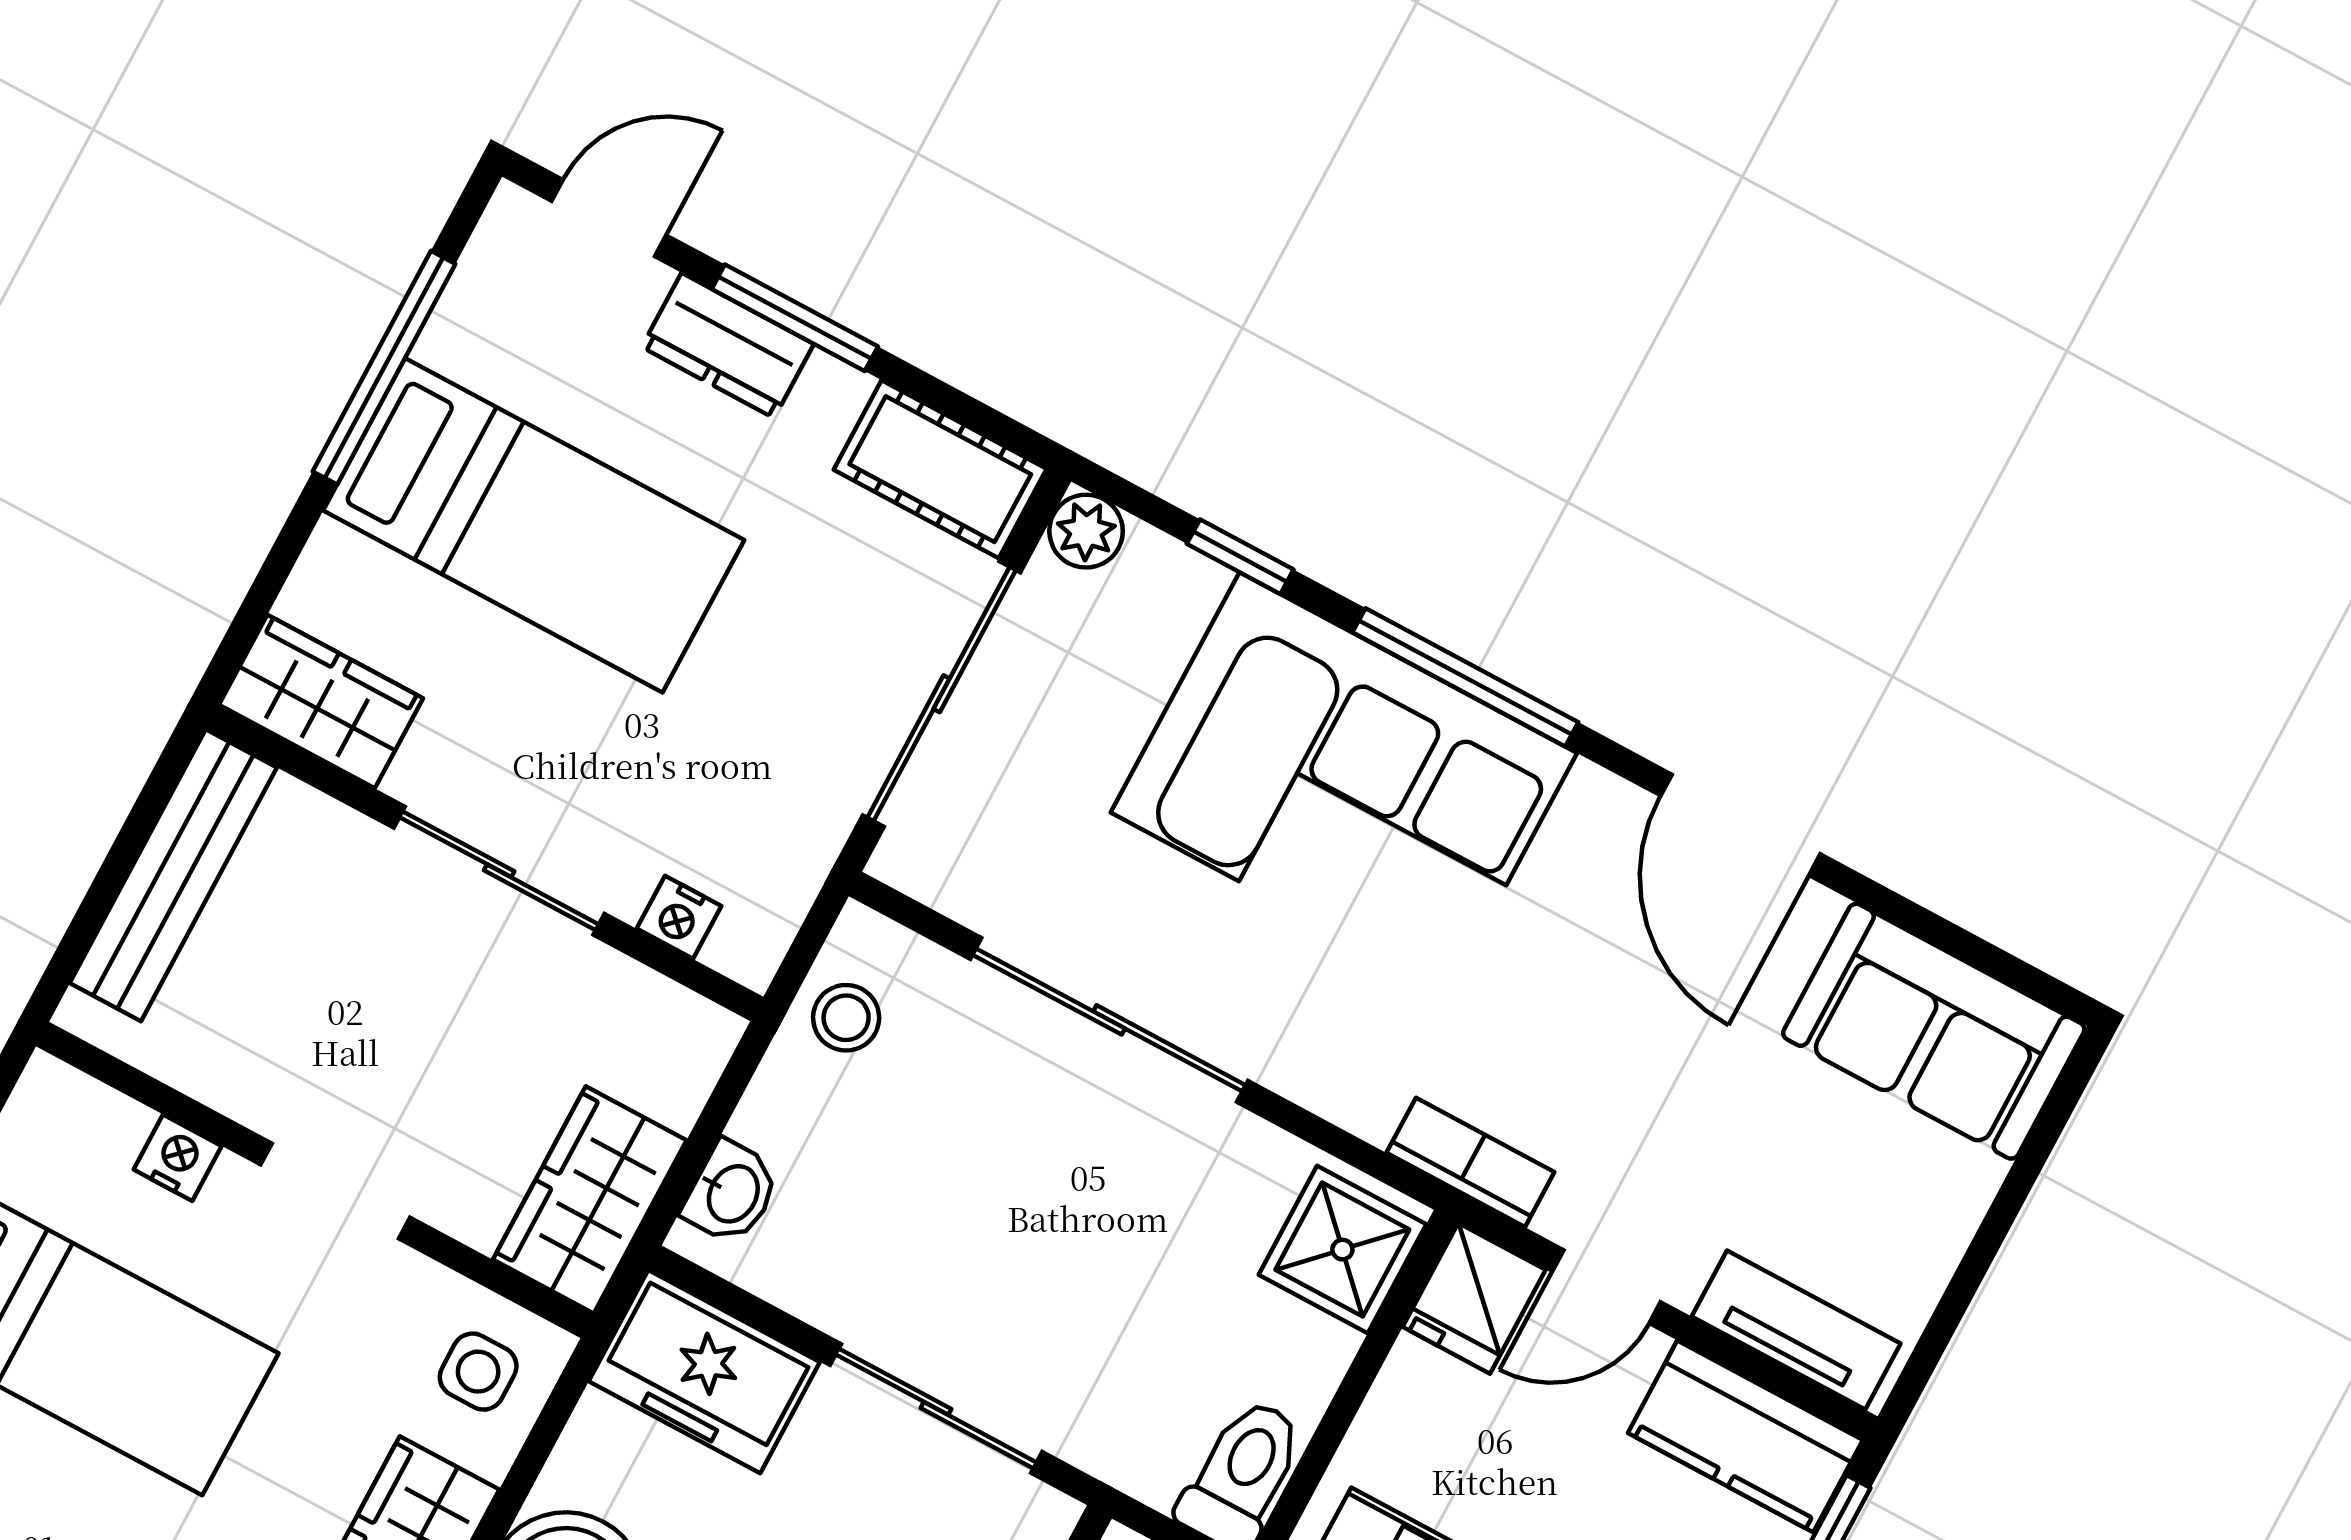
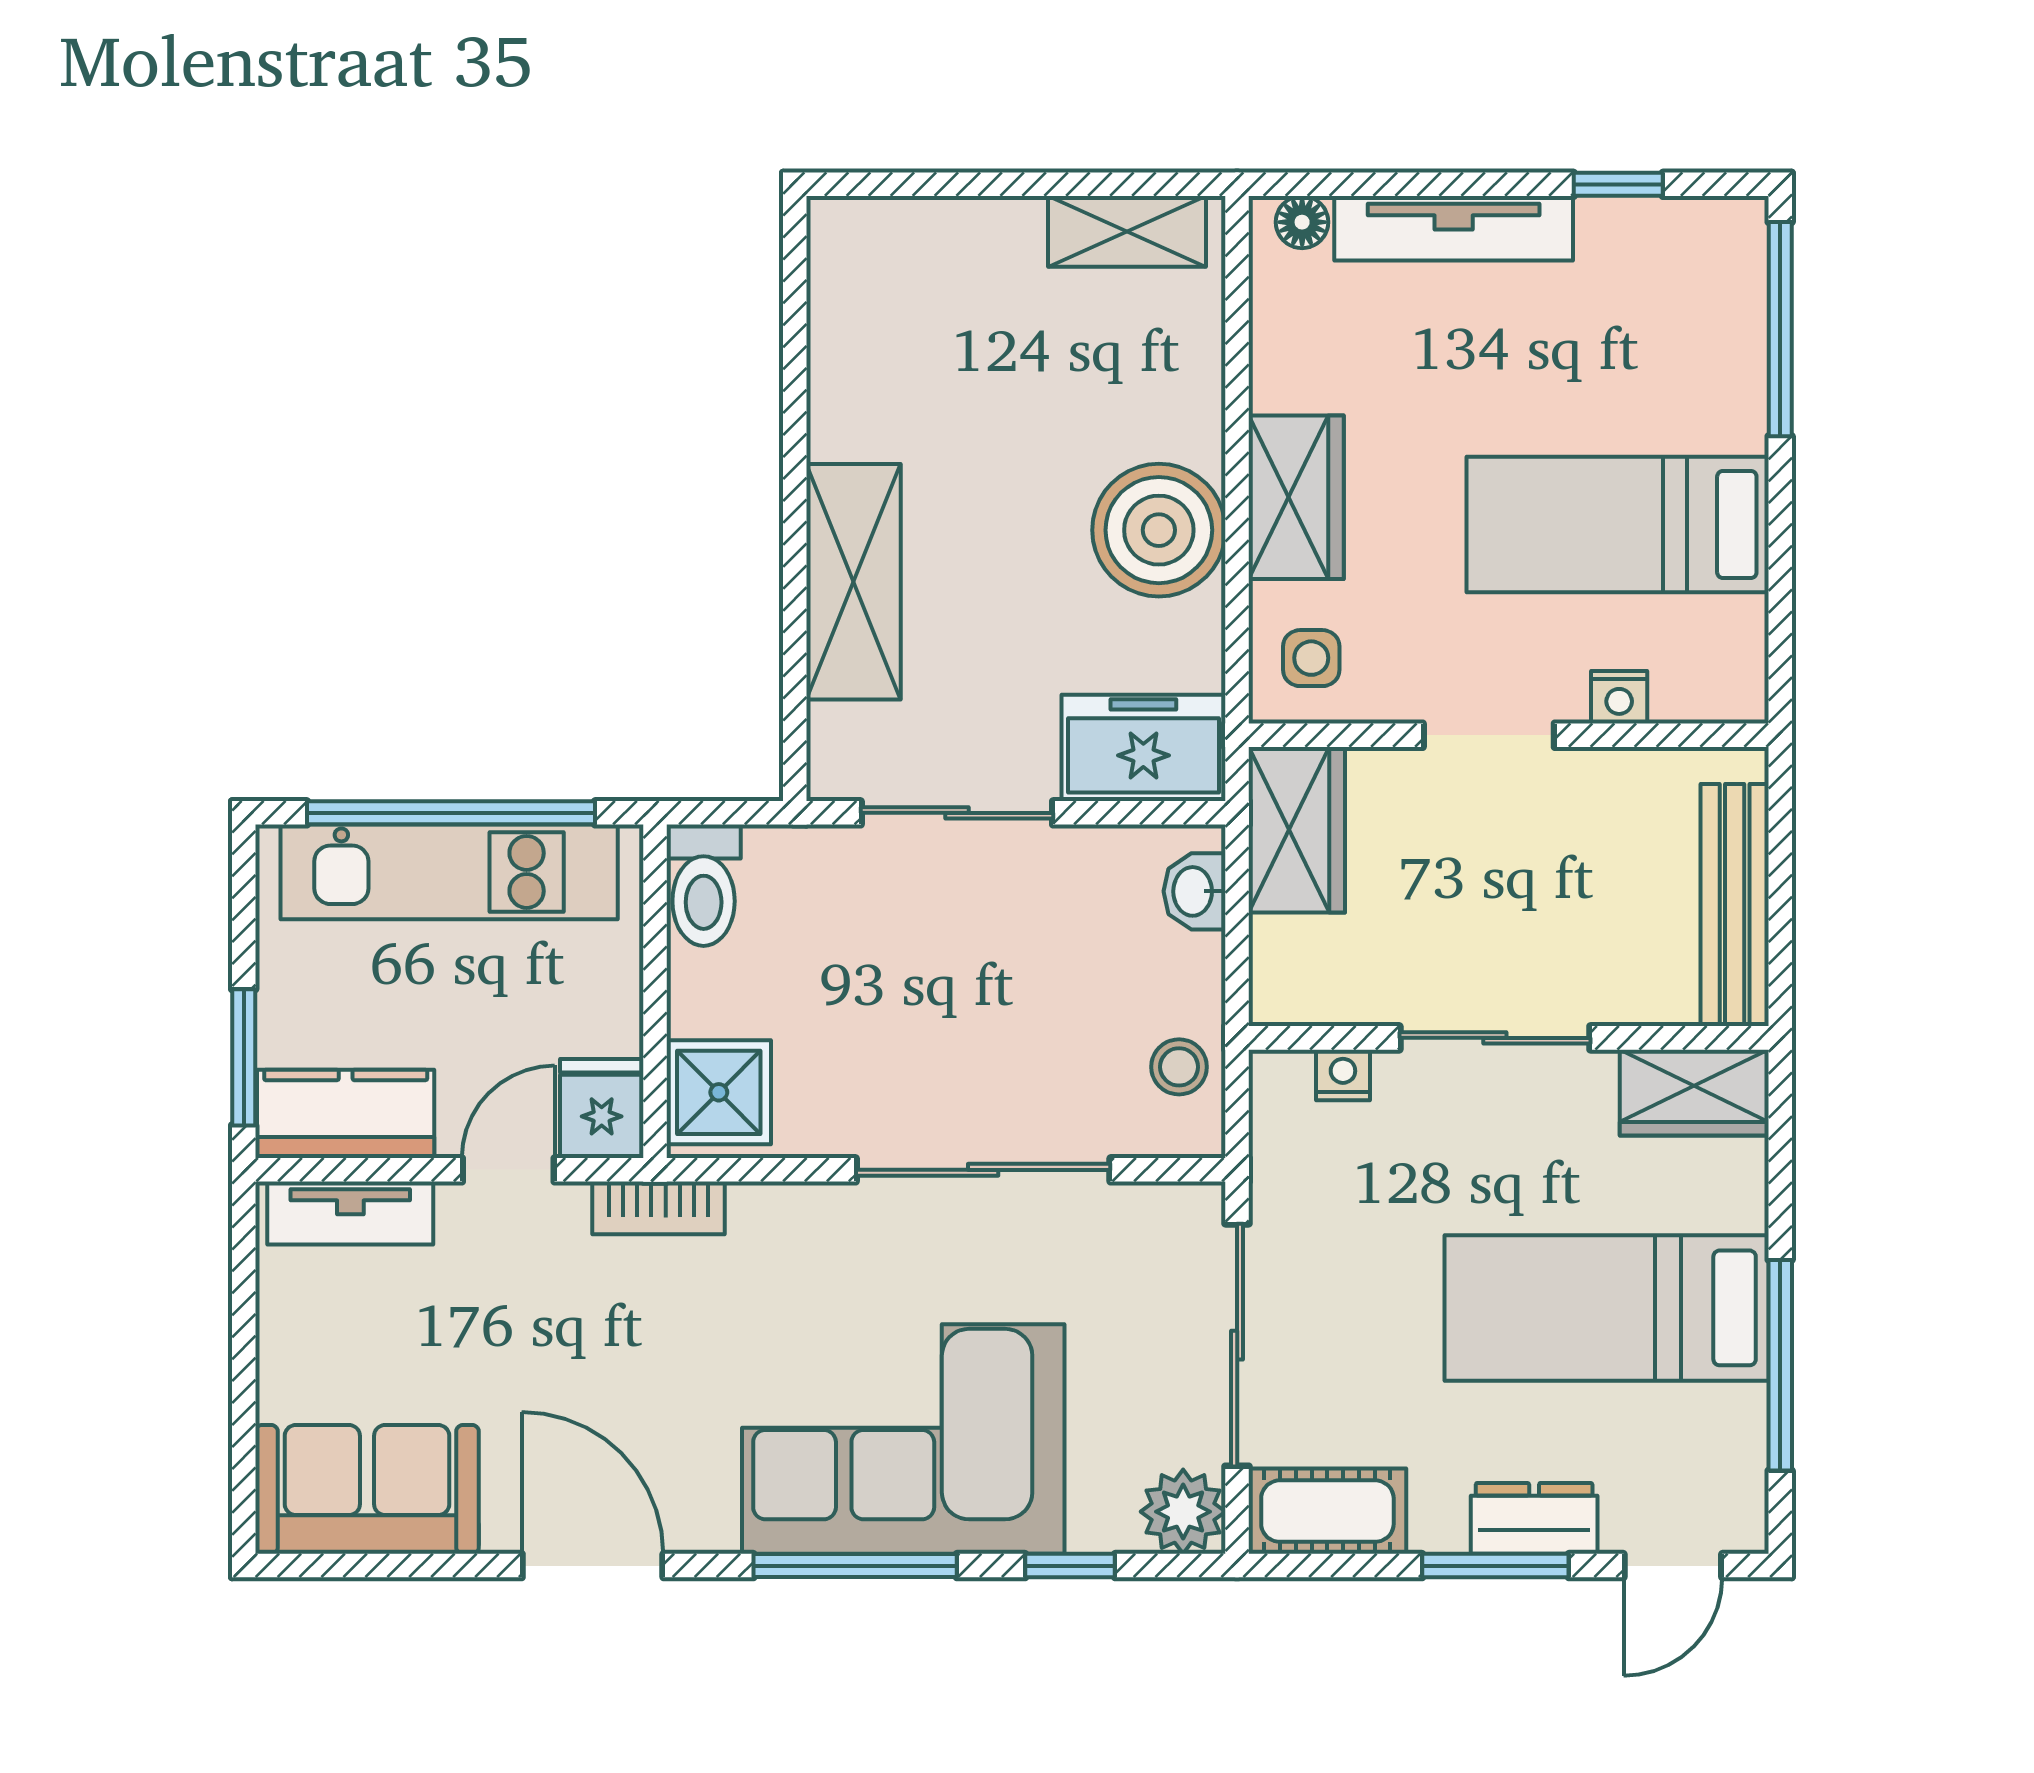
plant: (1086, 531) -> (1183, 1512), width x1.38, depth x1.38

